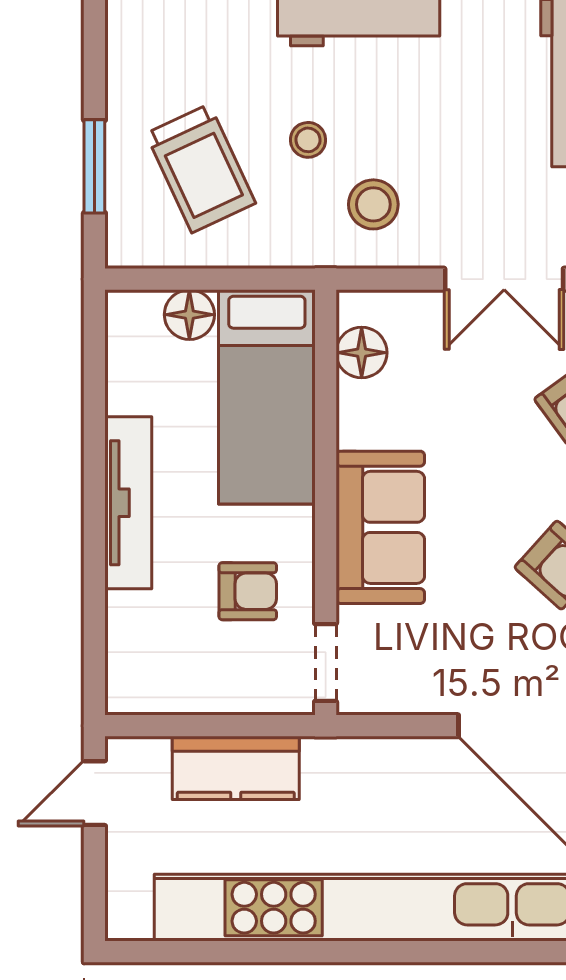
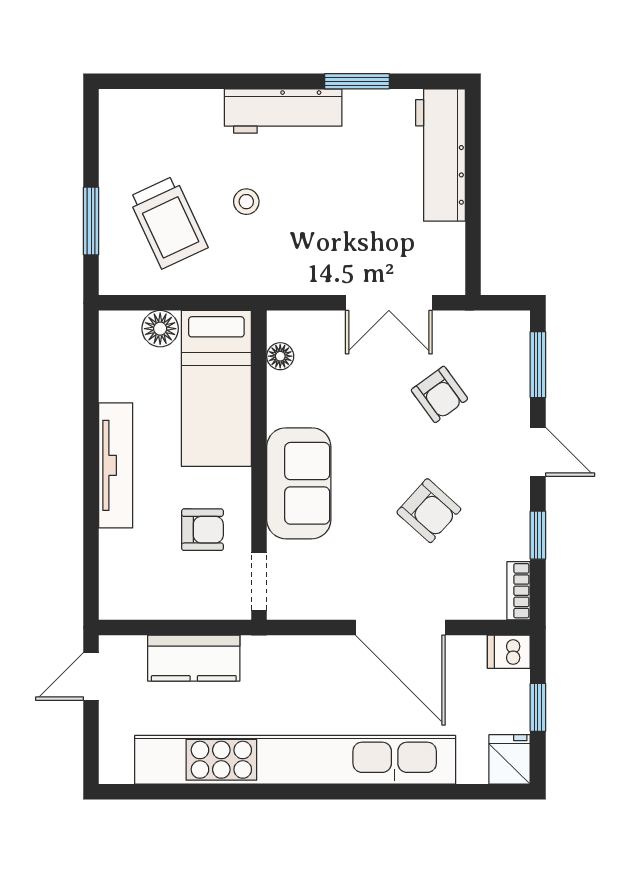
stool: (373, 204) -> (294, 249), removed
floor lamp: (362, 353) -> (280, 356), width x0.73, depth x0.73

